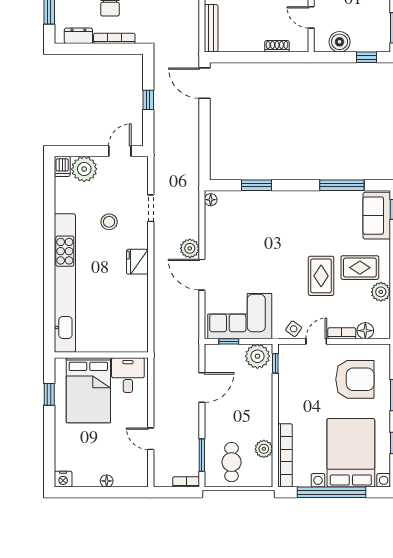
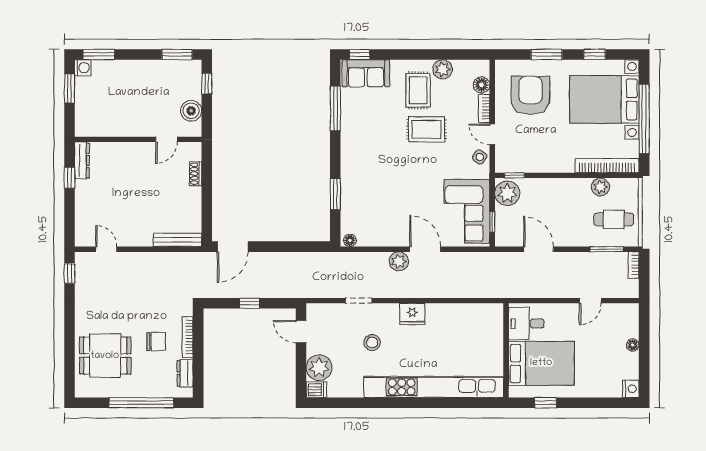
door: (202, 275) -> (425, 249), swing flipped

